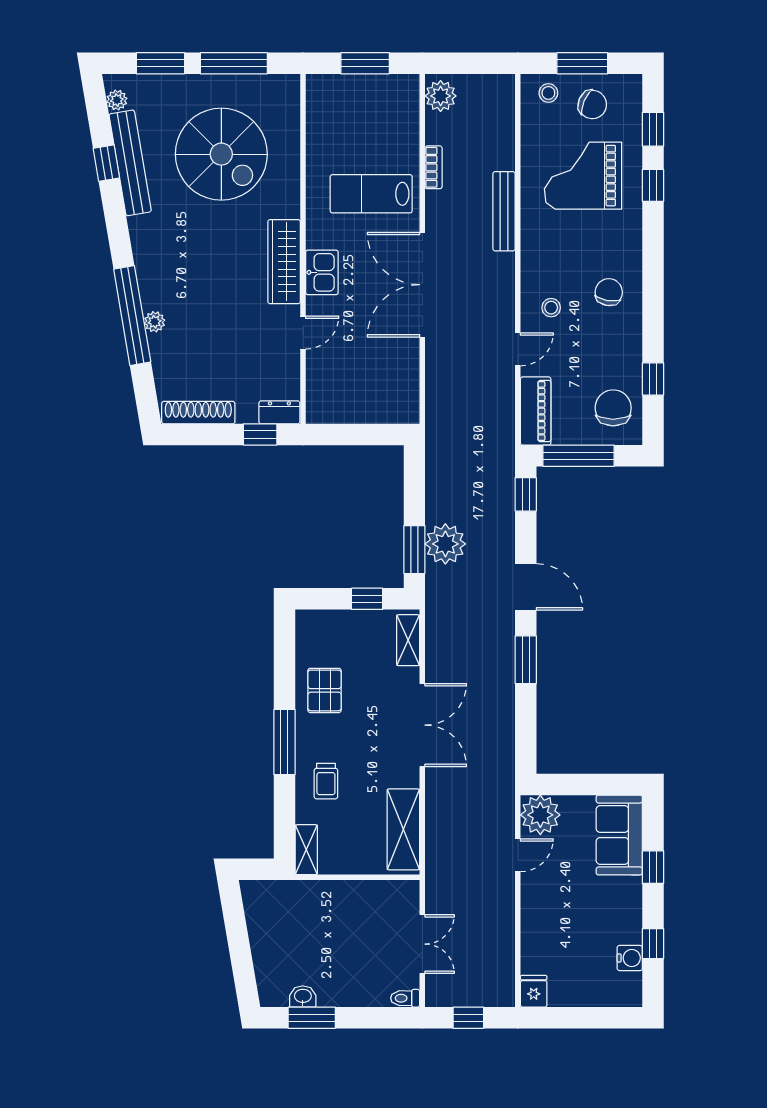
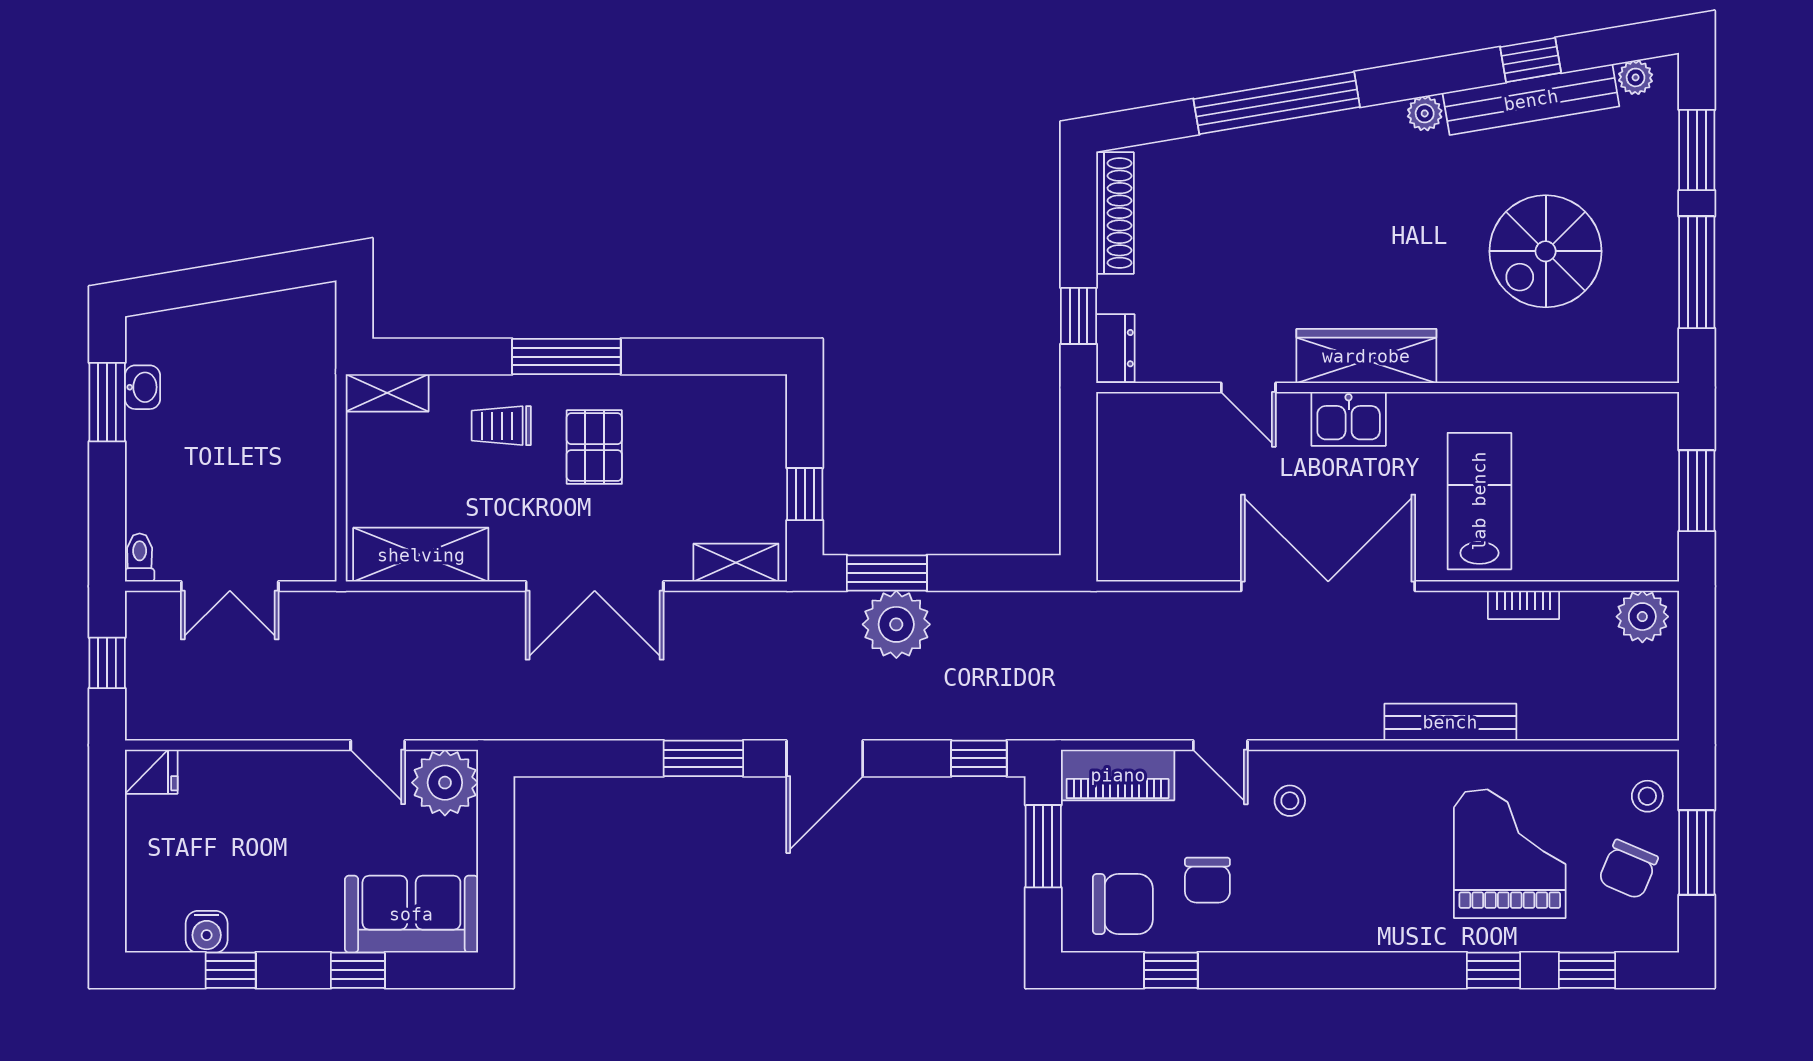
spiral stairs: (221, 154) -> (1546, 251), width x0.73, depth x0.73
chair: (609, 292) -> (1207, 880), moved, turned 80
plant: (155, 322) -> (1425, 113), moved
window: (579, 456) -> (1043, 846), width x0.69
pallet: (325, 690) -> (594, 447), moved, turned 90

